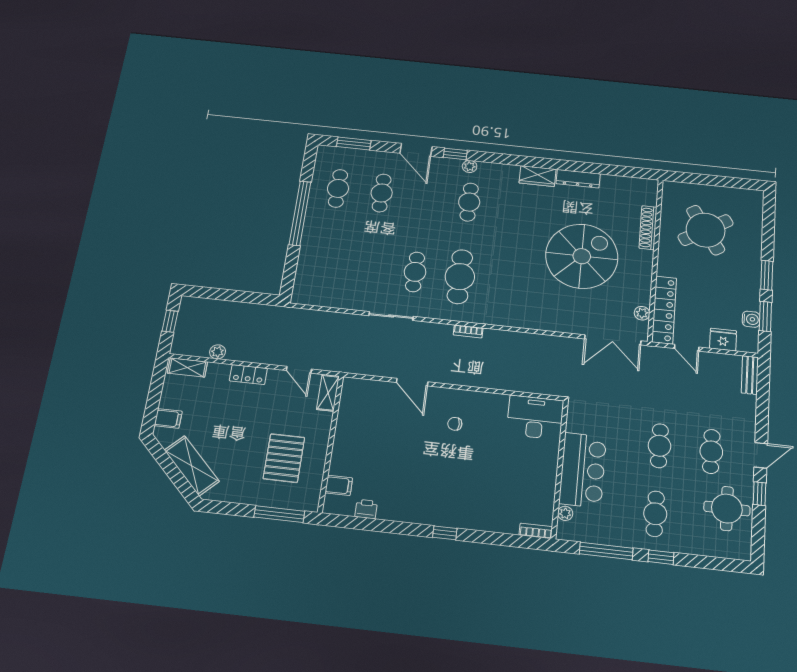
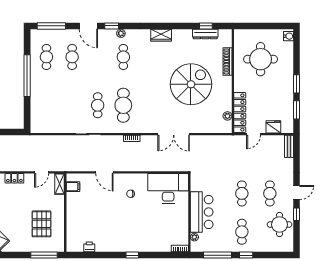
window: (354, 144) -> (51, 26), width x1.44
window: (615, 170) -> (206, 26), added
dresser: (578, 179) -> (205, 34), moved
round table: (706, 230) -> (261, 59), turned 32
water cooler: (751, 319) -> (288, 36), moved
double door: (613, 340) -> (174, 134), moved
door: (687, 348) -> (253, 134), hinge flipped
door: (299, 370) -> (42, 172), hinge flipped
desk: (535, 417) -> (168, 188), width x1.36, depth x1.30
filing cabinet: (339, 485) -> (73, 187), moved

